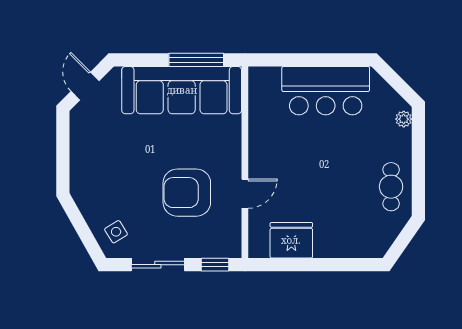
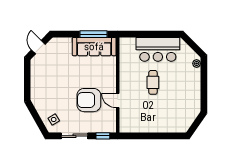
sofa: (182, 90) -> (94, 47), width x0.74, depth x0.79
cafe table: (391, 187) -> (153, 82), moved
door: (245, 194) -> (118, 101), swing flipped
fridge: (291, 240) -> (141, 124), removed

